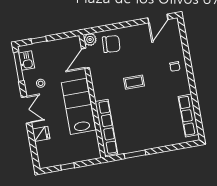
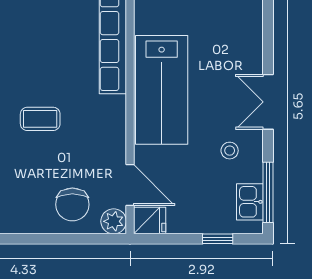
chair: (111, 44) -> (72, 204), turned -94
door: (85, 58) -> (130, 185), hinge flipped
fridge: (41, 134) -> (150, 221), moved, turned 180

